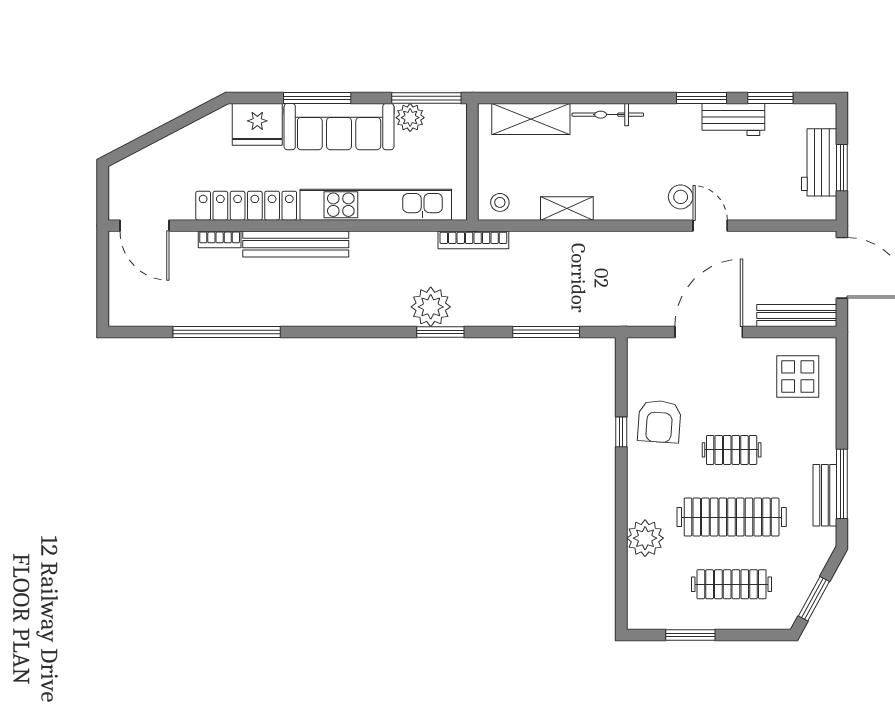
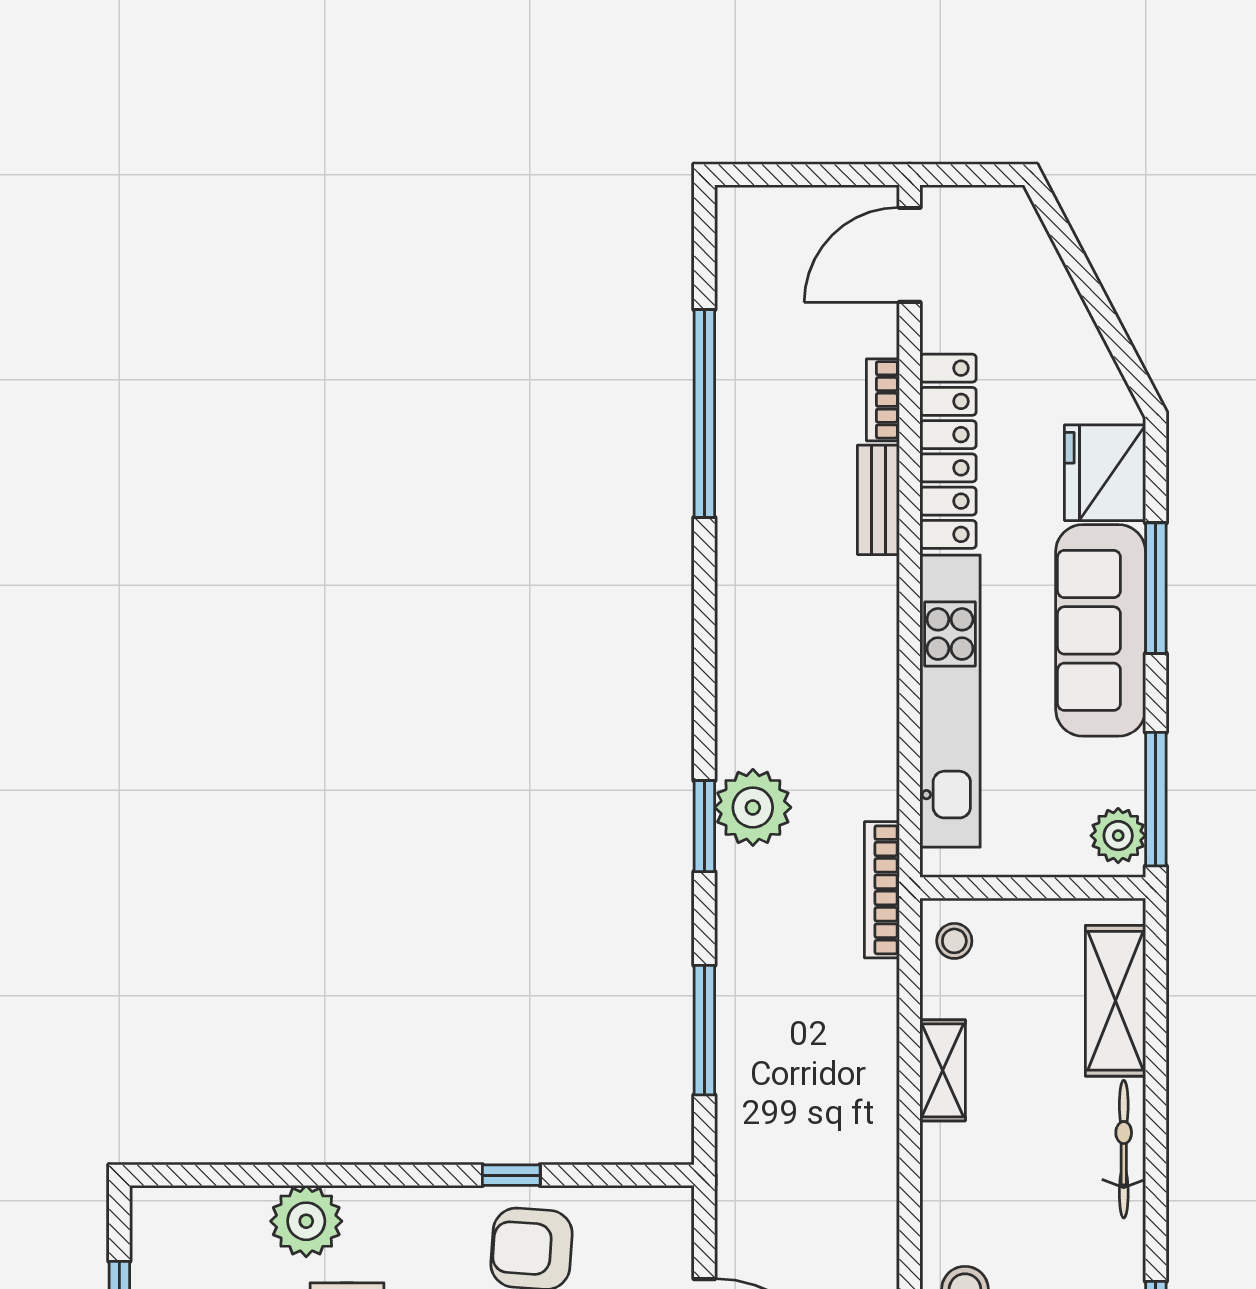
plant: (410, 118) -> (1118, 836), moved
bench: (296, 244) -> (878, 500), width x0.54, depth x0.82

